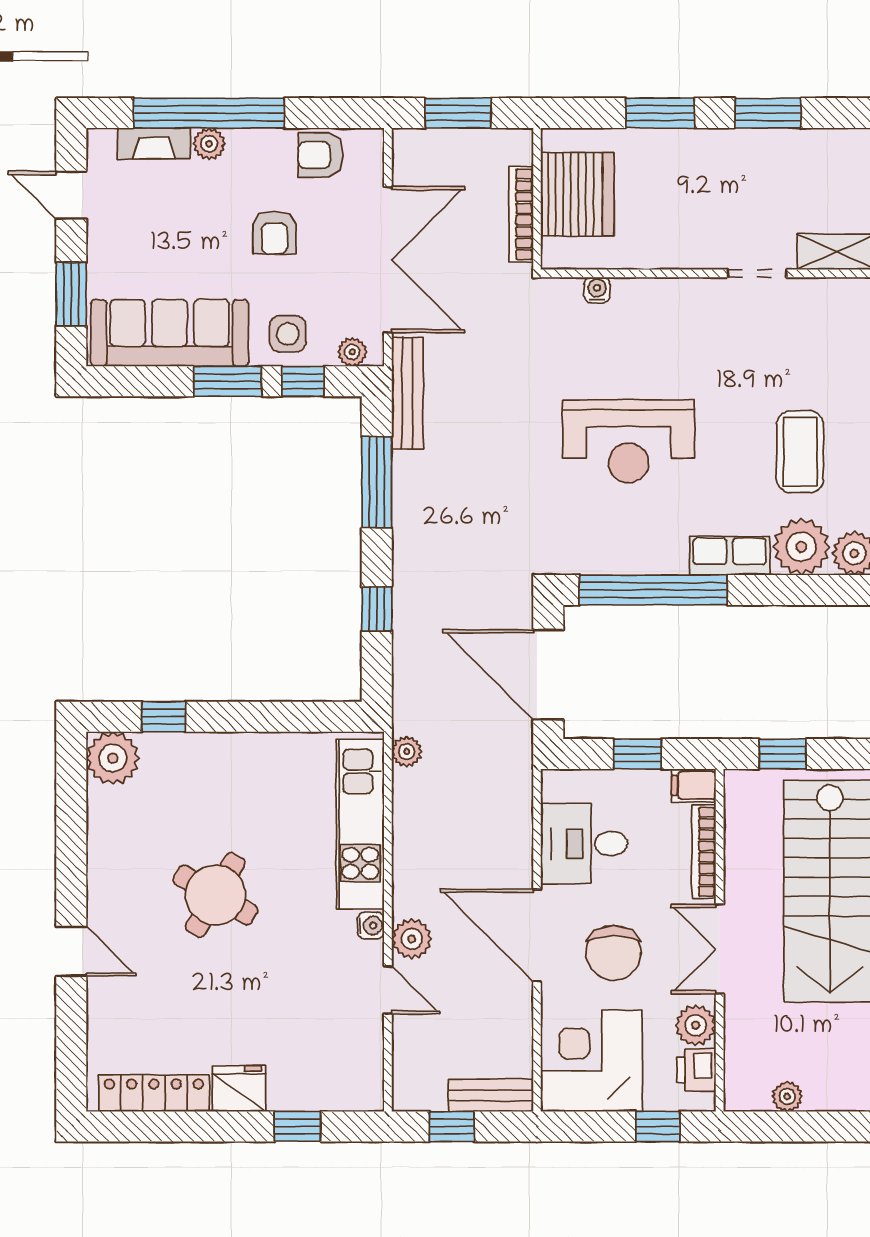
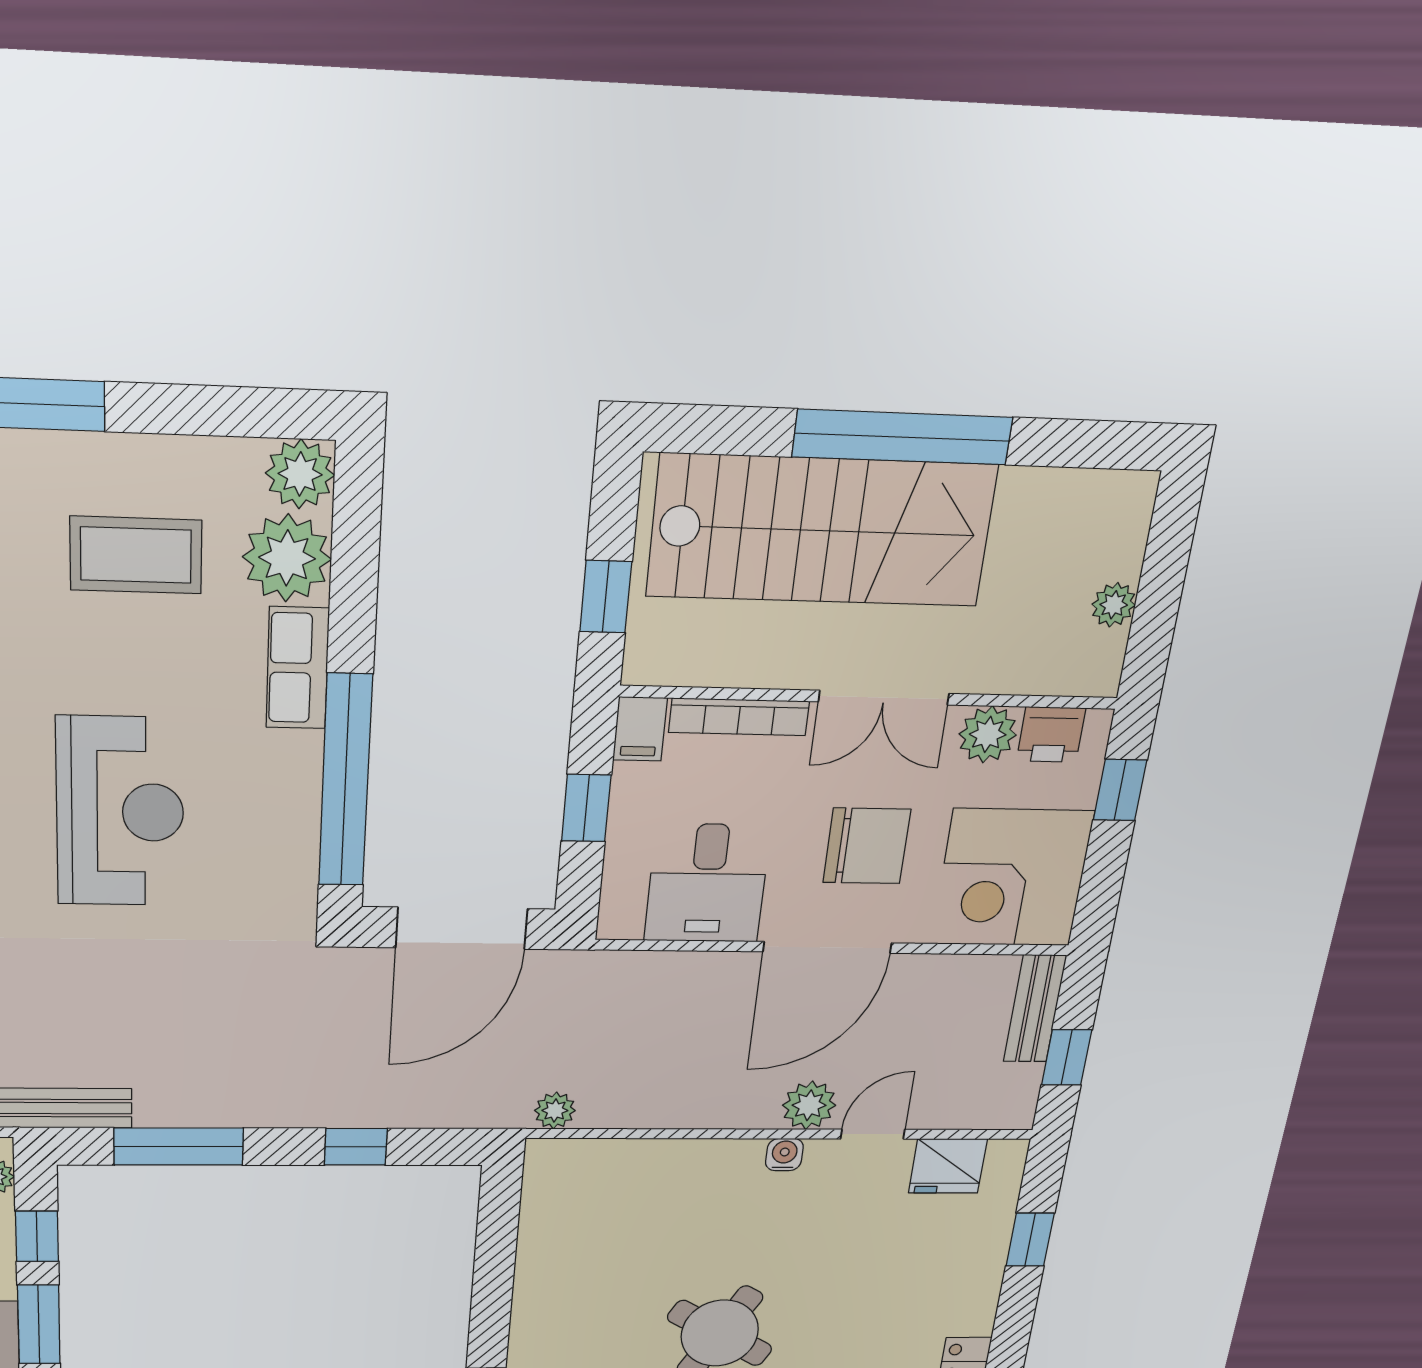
kitchen unit: (360, 824) -> (648, 1167), removed
fridge: (239, 1089) -> (948, 1166), moved, turned -90

